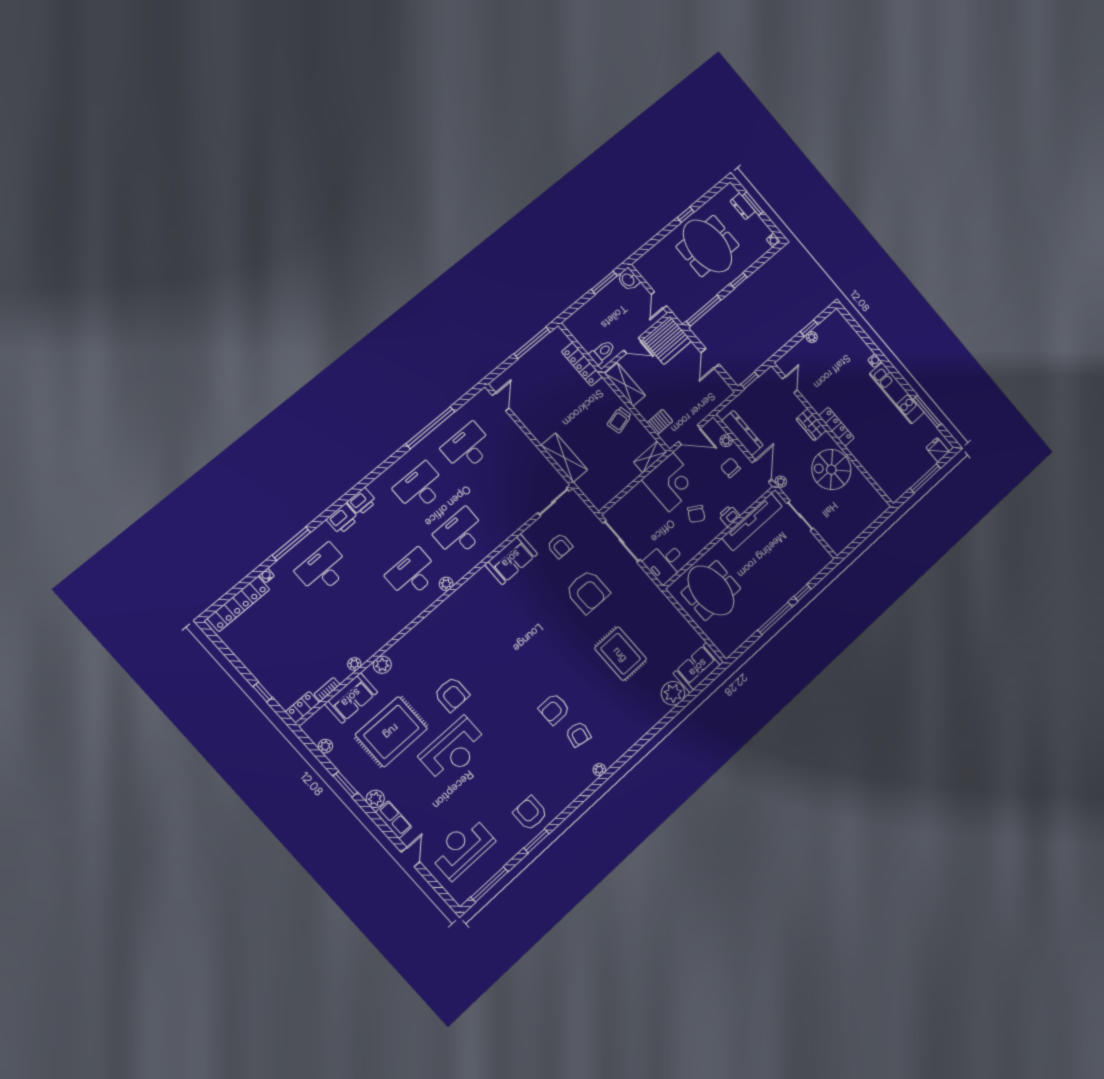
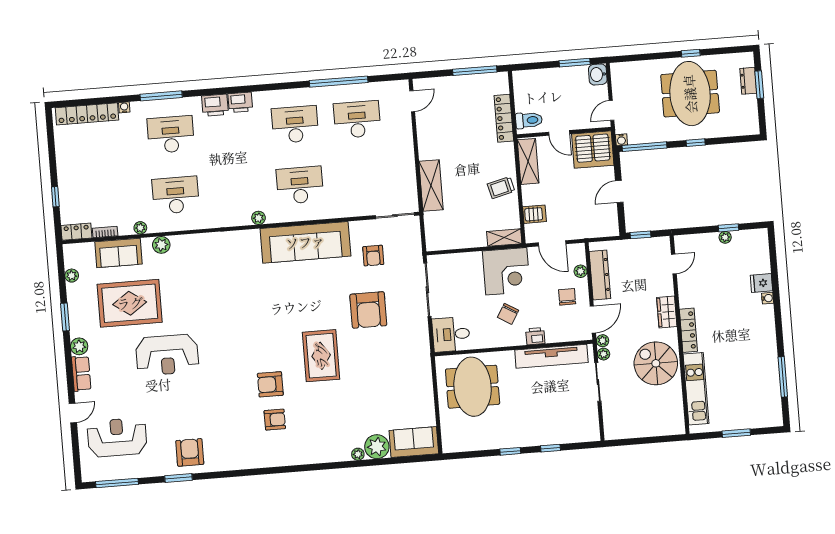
water cooler: (773, 240) -> (621, 140), moved
kitchen unit: (897, 393) -> (696, 389), moved, turned 180
fridge: (938, 450) -> (761, 283), moved, turned -90
window: (925, 478) -> (736, 433), width x0.69
plant: (789, 491) -> (604, 354), added
sofa: (511, 559) -> (305, 242), width x1.85, depth x1.27
desk: (413, 574) -> (176, 195), moved
window: (775, 618) -> (510, 451), width x0.46
rug: (621, 654) -> (321, 356), moved
armchair: (452, 694) -> (198, 310), removed
armchair: (578, 734) -> (275, 420), turned -101
plant: (599, 770) -> (358, 454), moved

